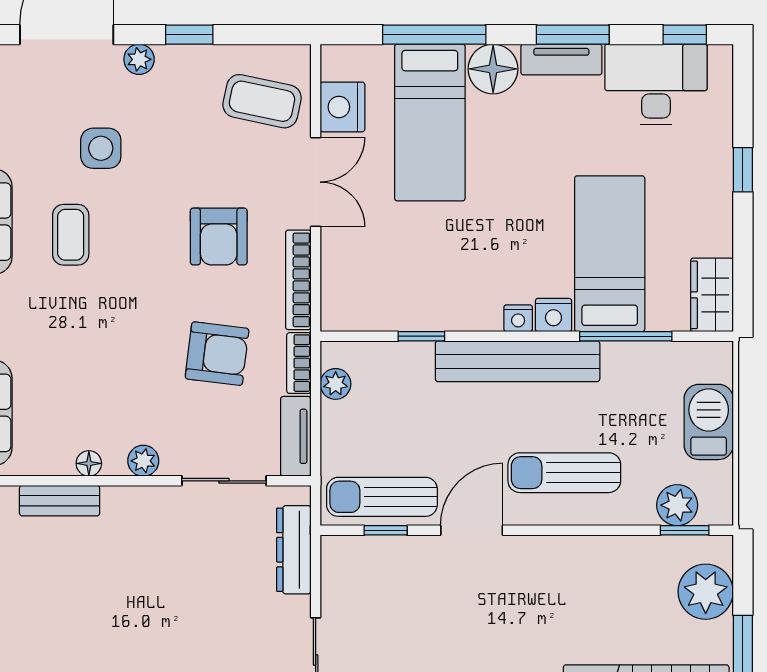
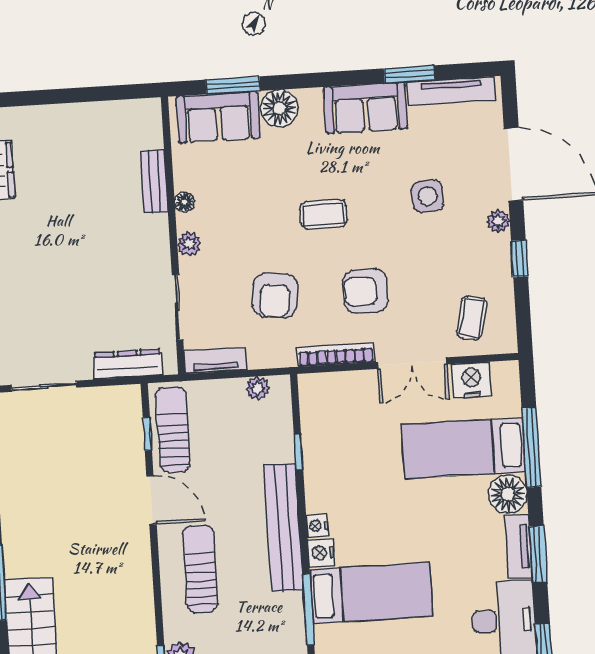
coffee table: (262, 101) -> (472, 318), width x0.73, depth x0.77
coffee table: (71, 235) -> (323, 214), moved
bookcase: (299, 363) -> (272, 359), removed

